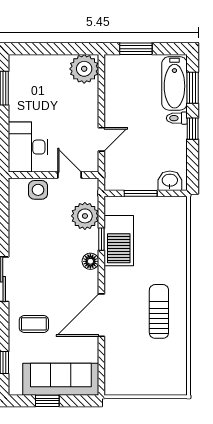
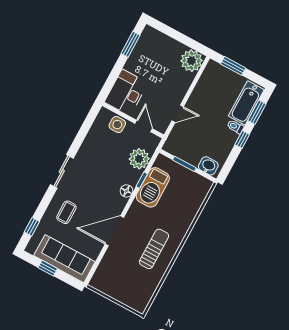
coffee table: (34, 324) -> (66, 212), turned 90

